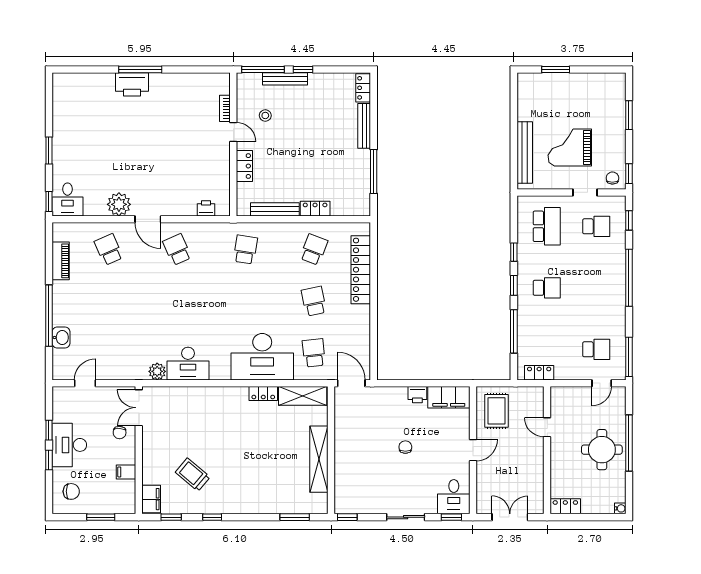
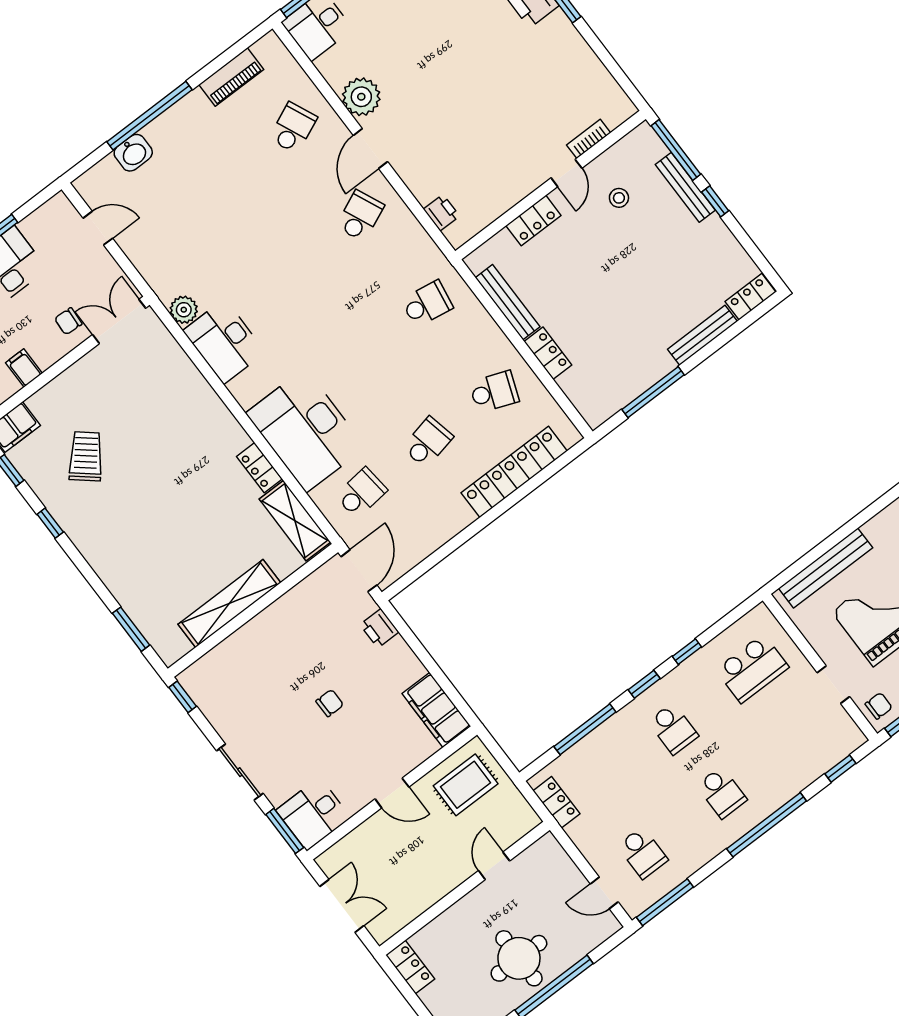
school desk: (596, 226) -> (722, 792), moved
printer: (417, 395) -> (379, 628), moved
window: (451, 517) -> (285, 831), width x1.50

